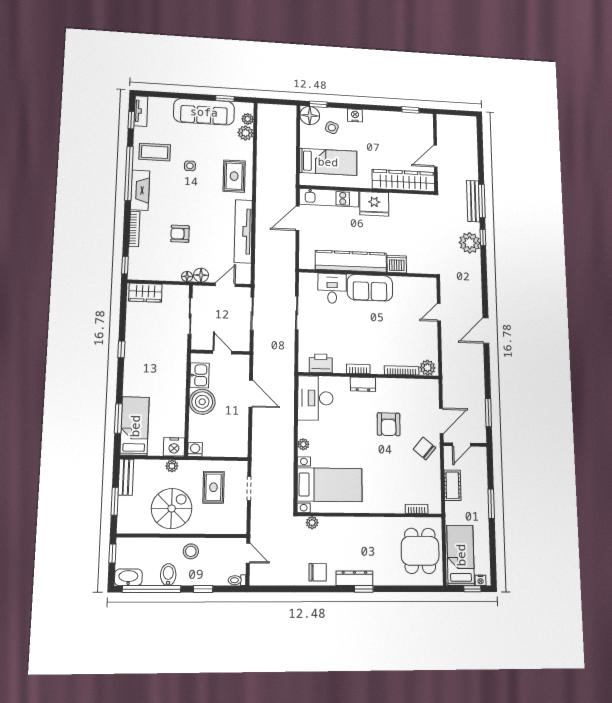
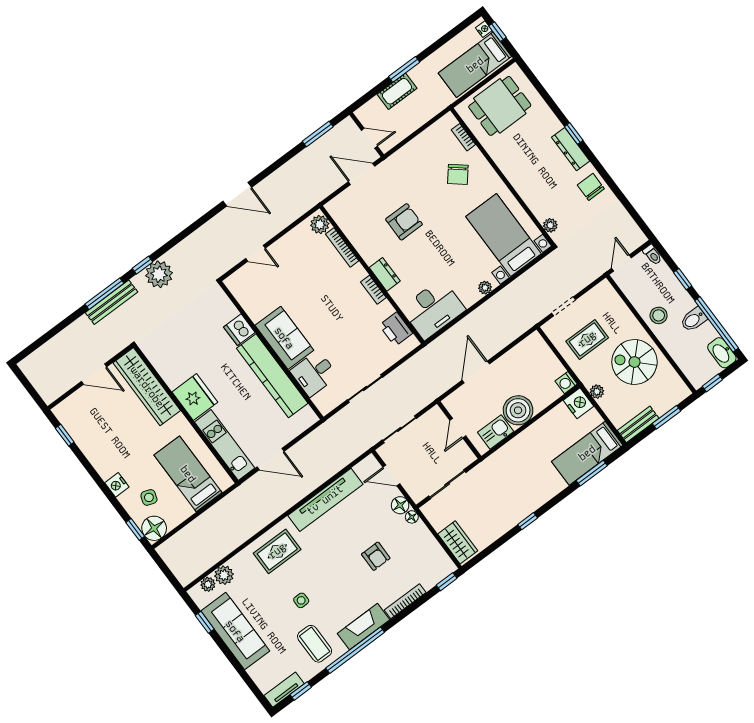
chair: (424, 448) -> (458, 174), moved
cot: (452, 485) -> (397, 91), moved

